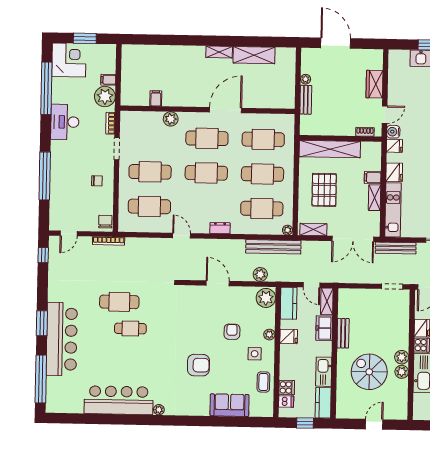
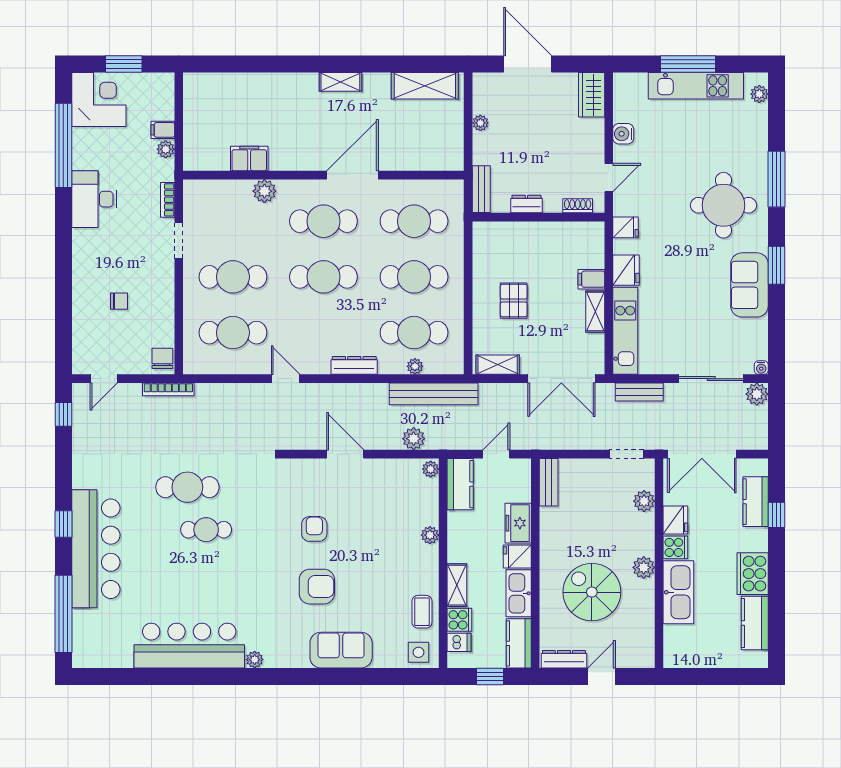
shelving: (254, 55) -> (425, 86), moved
wardrobe: (374, 84) -> (592, 95), moved
plant: (105, 97) -> (166, 149), width x0.53, depth x0.53
filing cabinet: (156, 98) -> (249, 159), width x2.00
bench: (306, 100) -> (481, 189), moved
dresser: (333, 130) -> (526, 204), added
water cooler: (393, 132) -> (623, 134), moved
shelving: (330, 149) -> (521, 235), removed
window: (45, 176) -> (63, 287), removed
chair: (97, 181) -> (119, 301), moved
pallet: (324, 190) -> (514, 301), width x0.67, depth x0.71
dresser: (220, 228) -> (354, 365), width x1.44
plant: (287, 230) -> (415, 366), moved
bench: (396, 248) -> (639, 392), width x0.73
door: (311, 285) -> (496, 454), swing flipped
plant: (266, 298) -> (431, 469), width x0.53, depth x0.53
shelving: (327, 301) -> (457, 585), moved
window: (42, 323) -> (63, 524), width x0.67
armchair: (232, 332) -> (314, 529), moved
bench: (343, 333) -> (549, 482), moved
fridge: (289, 336) -> (517, 556), moved, turned 180
side table: (255, 354) -> (418, 652), moved
plant: (402, 372) -> (644, 501), moved
sofa: (229, 405) -> (341, 650), moved
dresser: (351, 413) -> (564, 659), added

